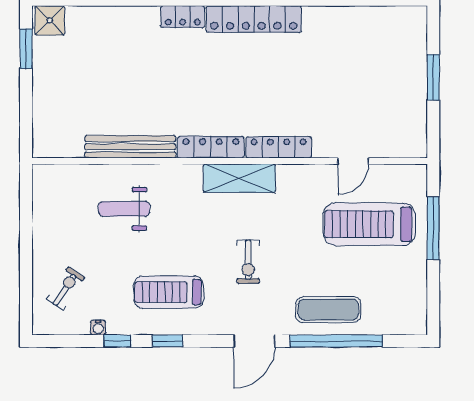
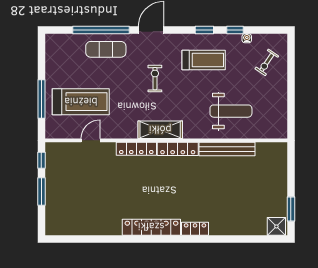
window: (433, 129) -> (41, 160), added
weight bench: (124, 209) -> (231, 111), width x1.36, depth x1.33

